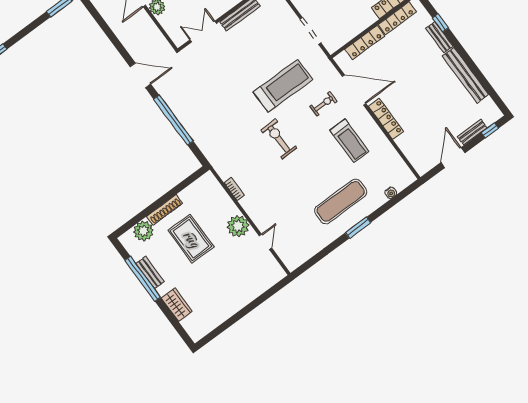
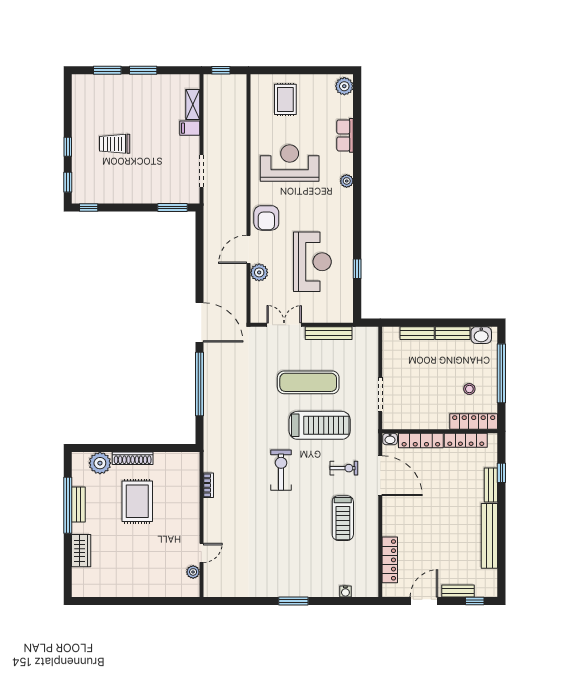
washbasin: (341, 58) -> (390, 439), added
door: (140, 75) -> (199, 322), width x1.36
locker: (386, 119) -> (390, 560), moved
exercise mat: (341, 201) -> (308, 382), moved
plant: (238, 226) -> (193, 572), moved, width x0.53, depth x0.53

